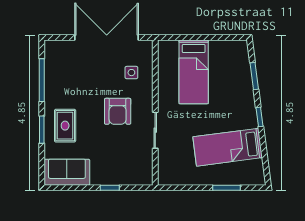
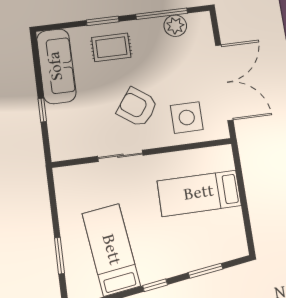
plant: (53, 70) -> (175, 26), added
side table: (131, 73) -> (187, 118), width x1.87, depth x1.87
armchair: (118, 111) -> (137, 107), turned 36
sofa: (67, 172) -> (56, 66), width x1.36

